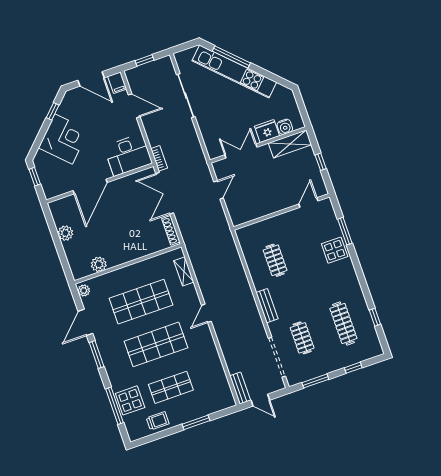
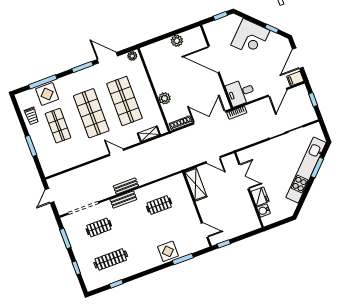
window: (231, 57) -> (317, 168), width x0.69
shelving: (290, 144) -> (196, 184), moved
desk: (128, 155) -> (241, 92), width x0.73
window: (321, 162) -> (224, 244), moved
plant: (99, 264) -> (165, 98), moved
bench: (240, 388) -> (126, 186), moved

